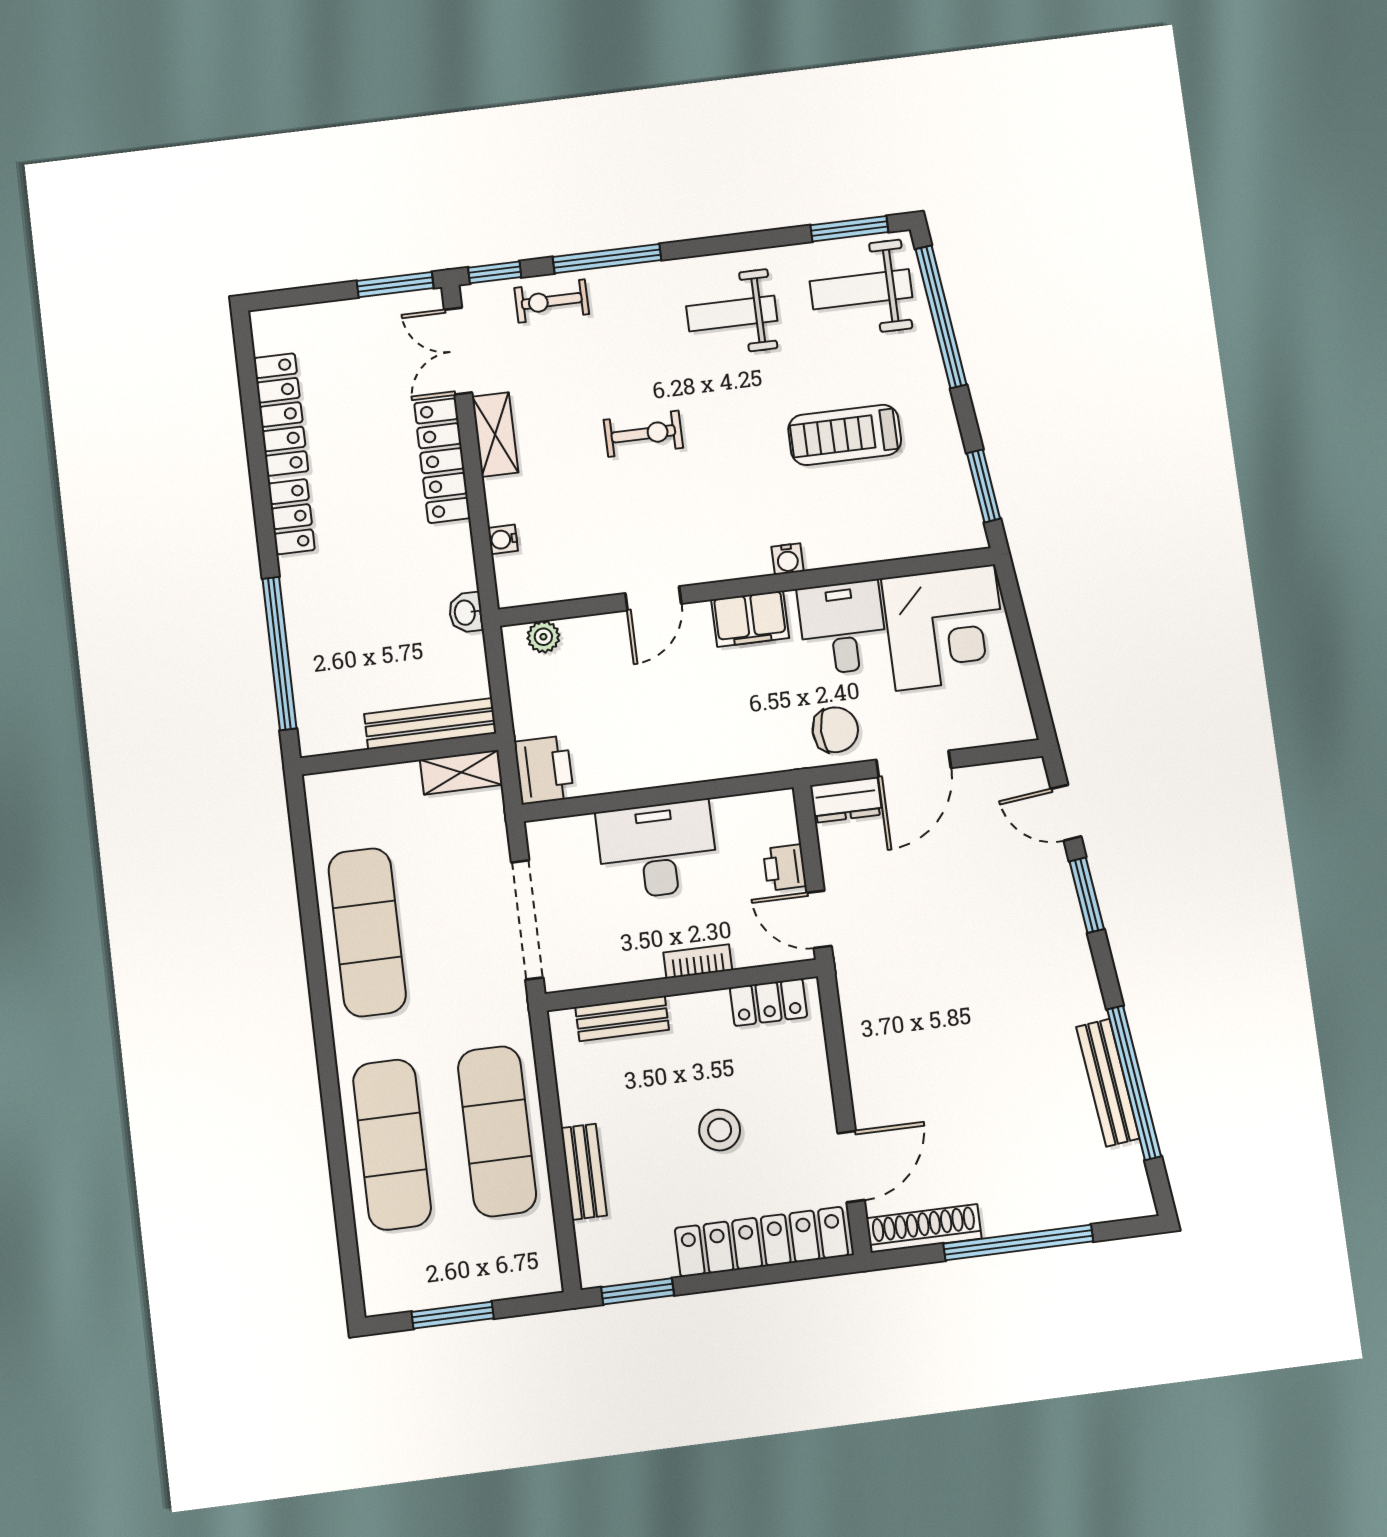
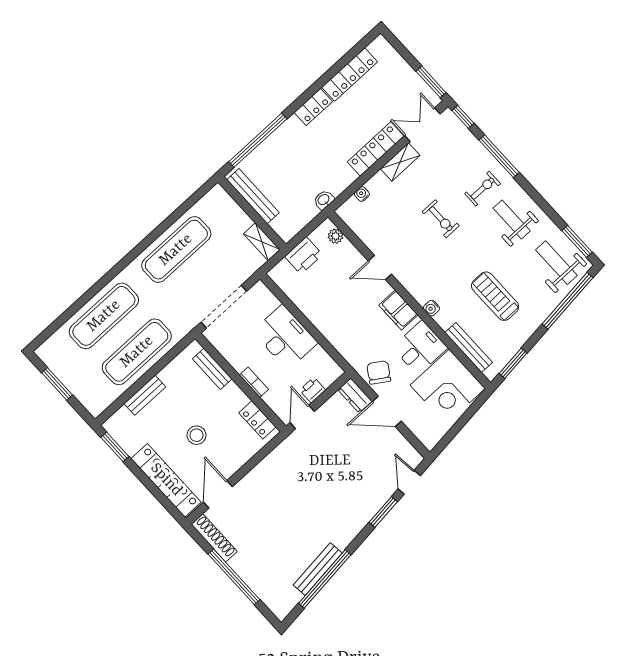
exercise bike: (552, 301) -> (483, 189), moved, turned 90
bench: (902, 543) -> (469, 347), added
bench: (430, 724) -> (253, 196), moved
chair: (835, 730) -> (379, 372), turned -147
printer: (544, 770) -> (304, 256), moved
door: (851, 1167) -> (218, 494), swing flipped

